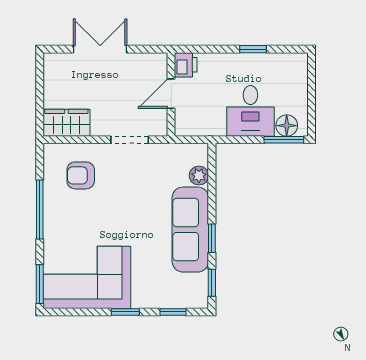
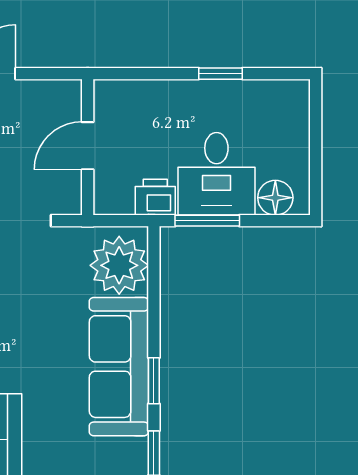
printer: (186, 65) -> (155, 197), moved, turned -90
window: (284, 140) -> (207, 221), moved
plant: (199, 176) -> (119, 265), width x1.88, depth x1.88

